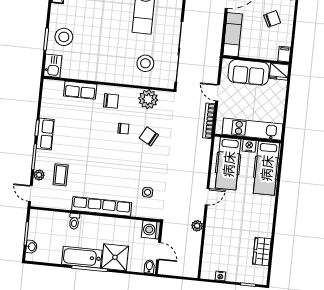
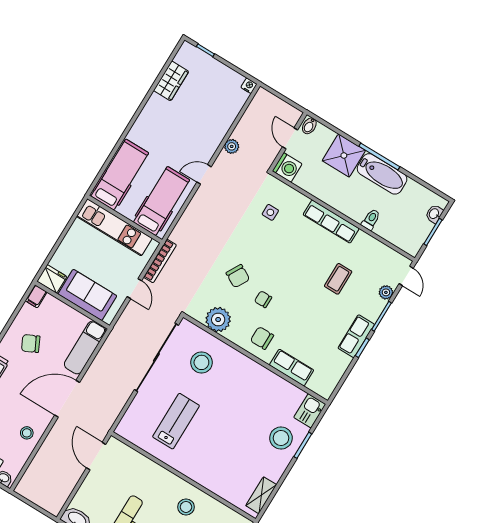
nightstand: (249, 146) -> (127, 210), removed
coffee table: (61, 175) -> (338, 279), moved
row of seats: (102, 206) -> (331, 222), width x0.73
nightstand: (220, 276) -> (249, 86), moved

